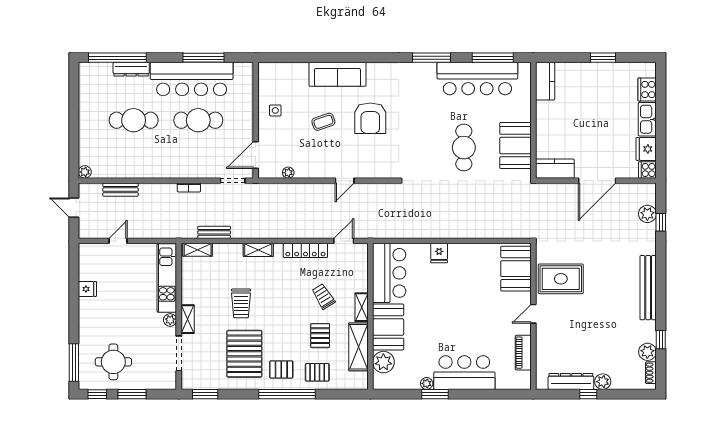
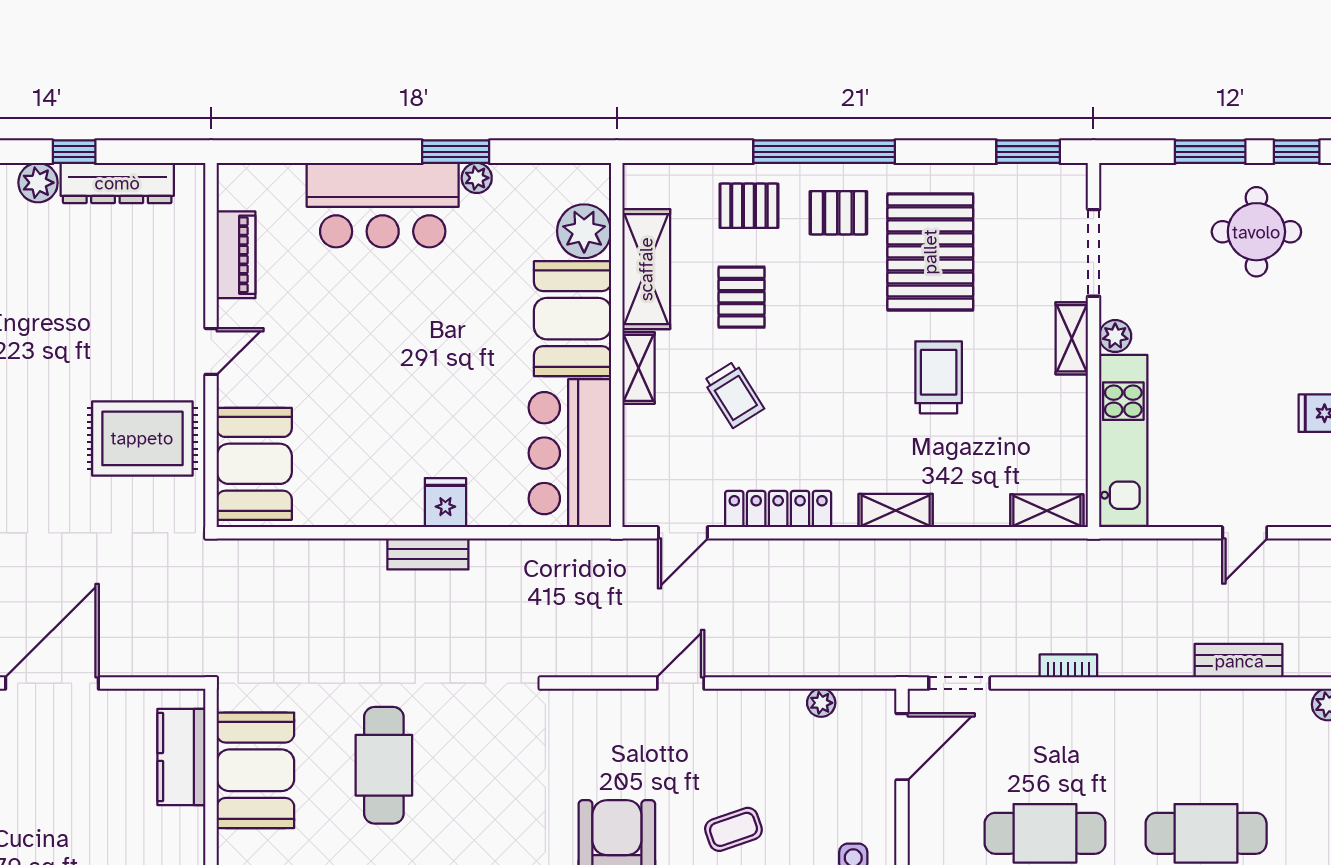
kitchen counter: (555, 169) -> (181, 757), moved, turned 90
bench: (214, 232) -> (428, 554), moved

